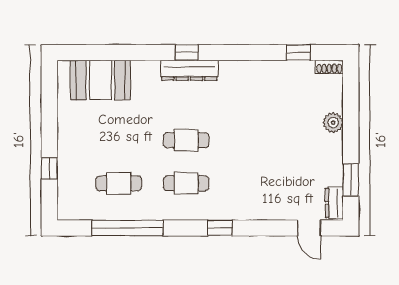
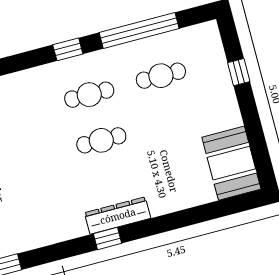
window: (187, 52) -> (108, 238), moved
booth: (100, 80) -> (231, 163), moved, turned 90
window: (220, 228) -> (68, 49), moved

